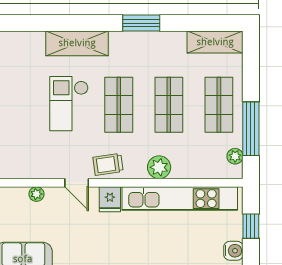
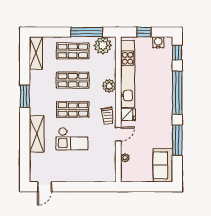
plant: (235, 156) -> (103, 45), width x1.88, depth x1.88

